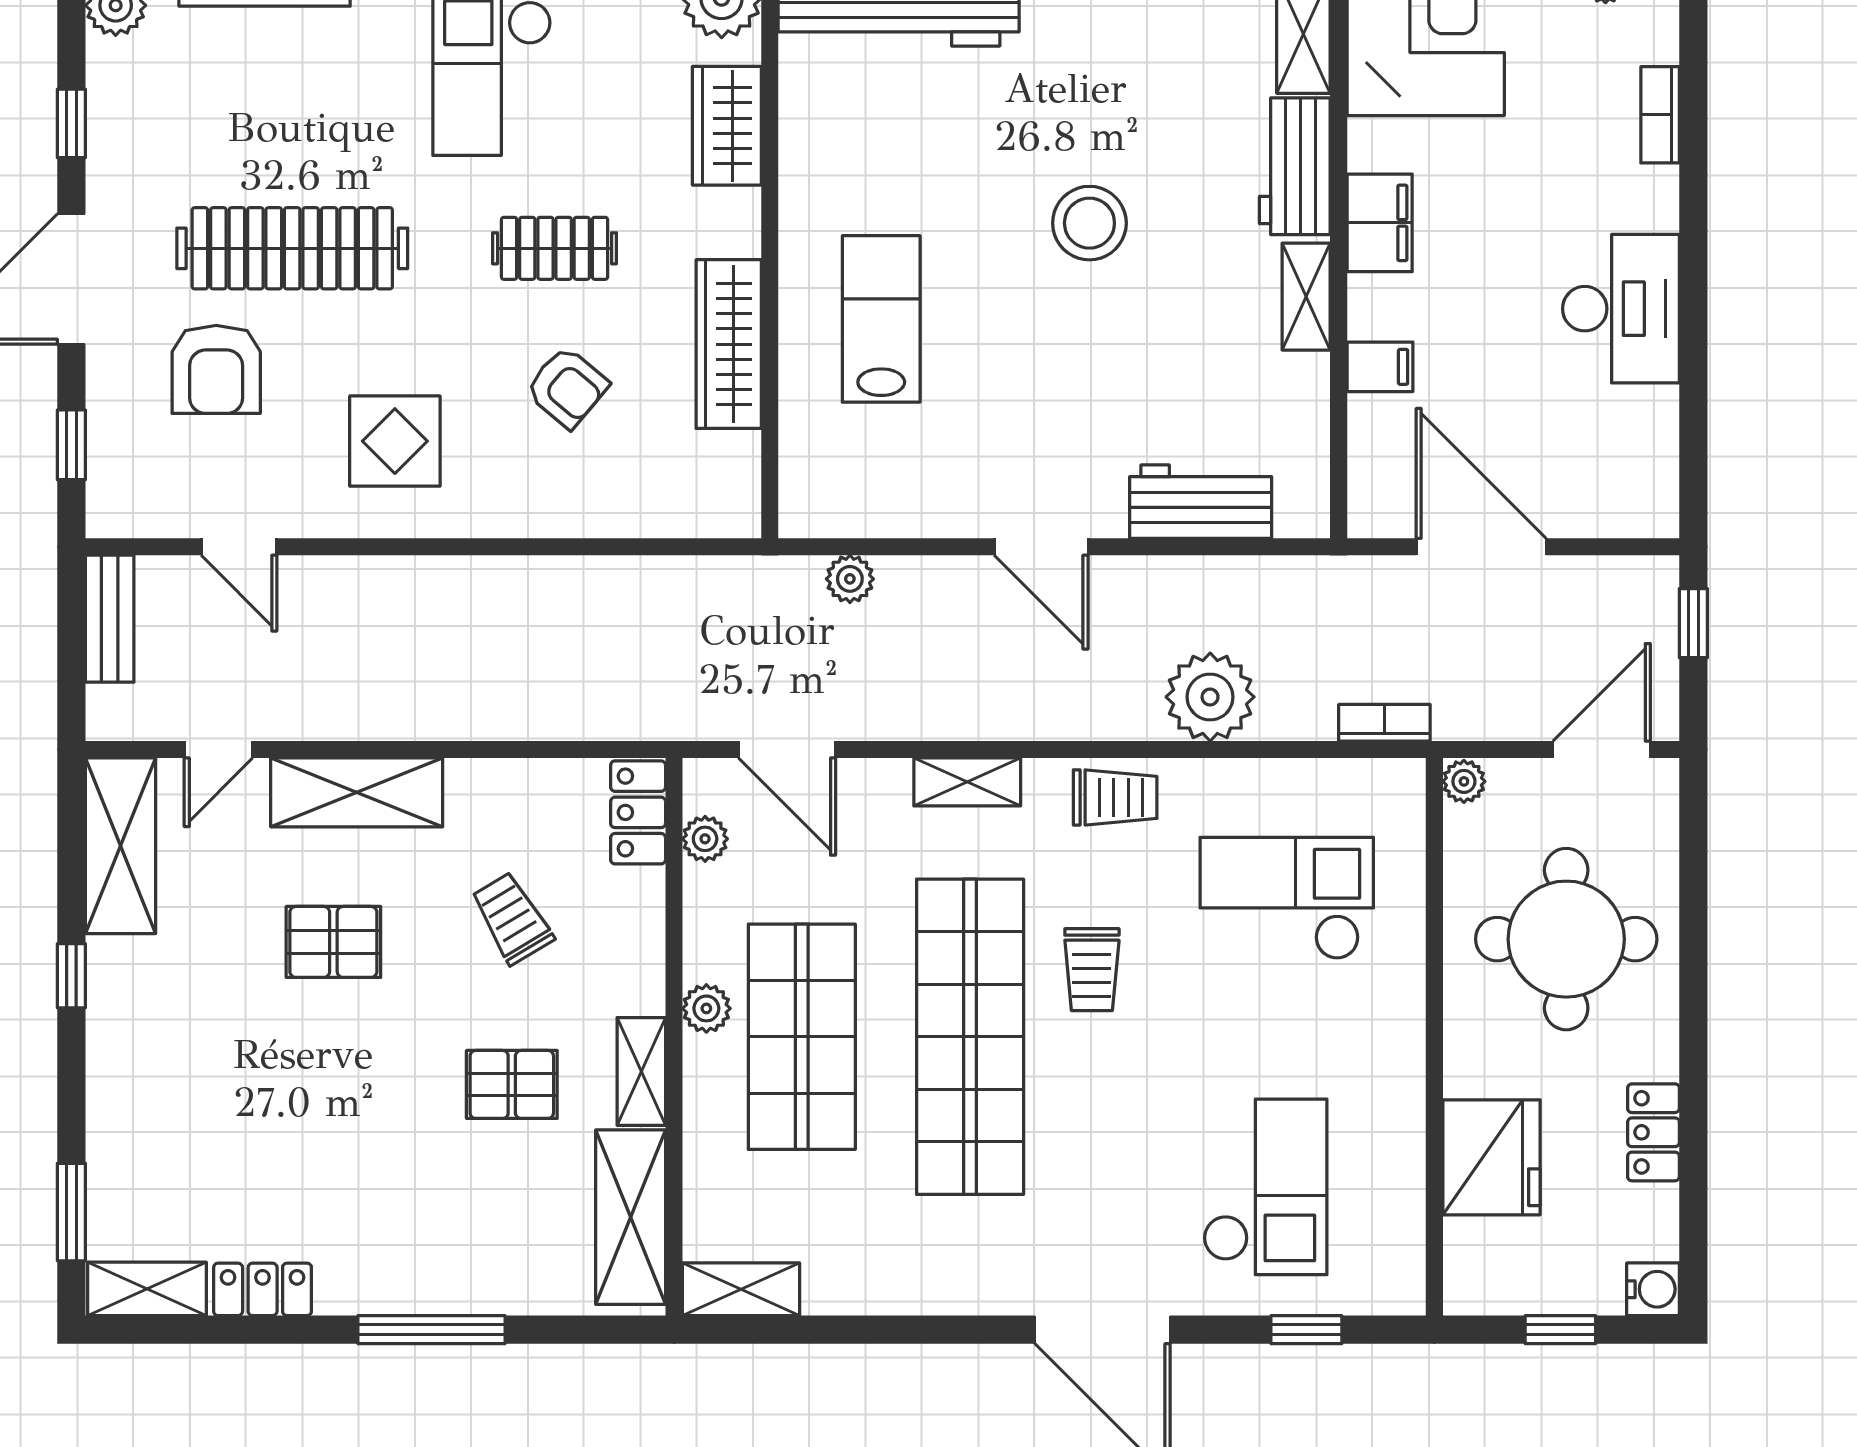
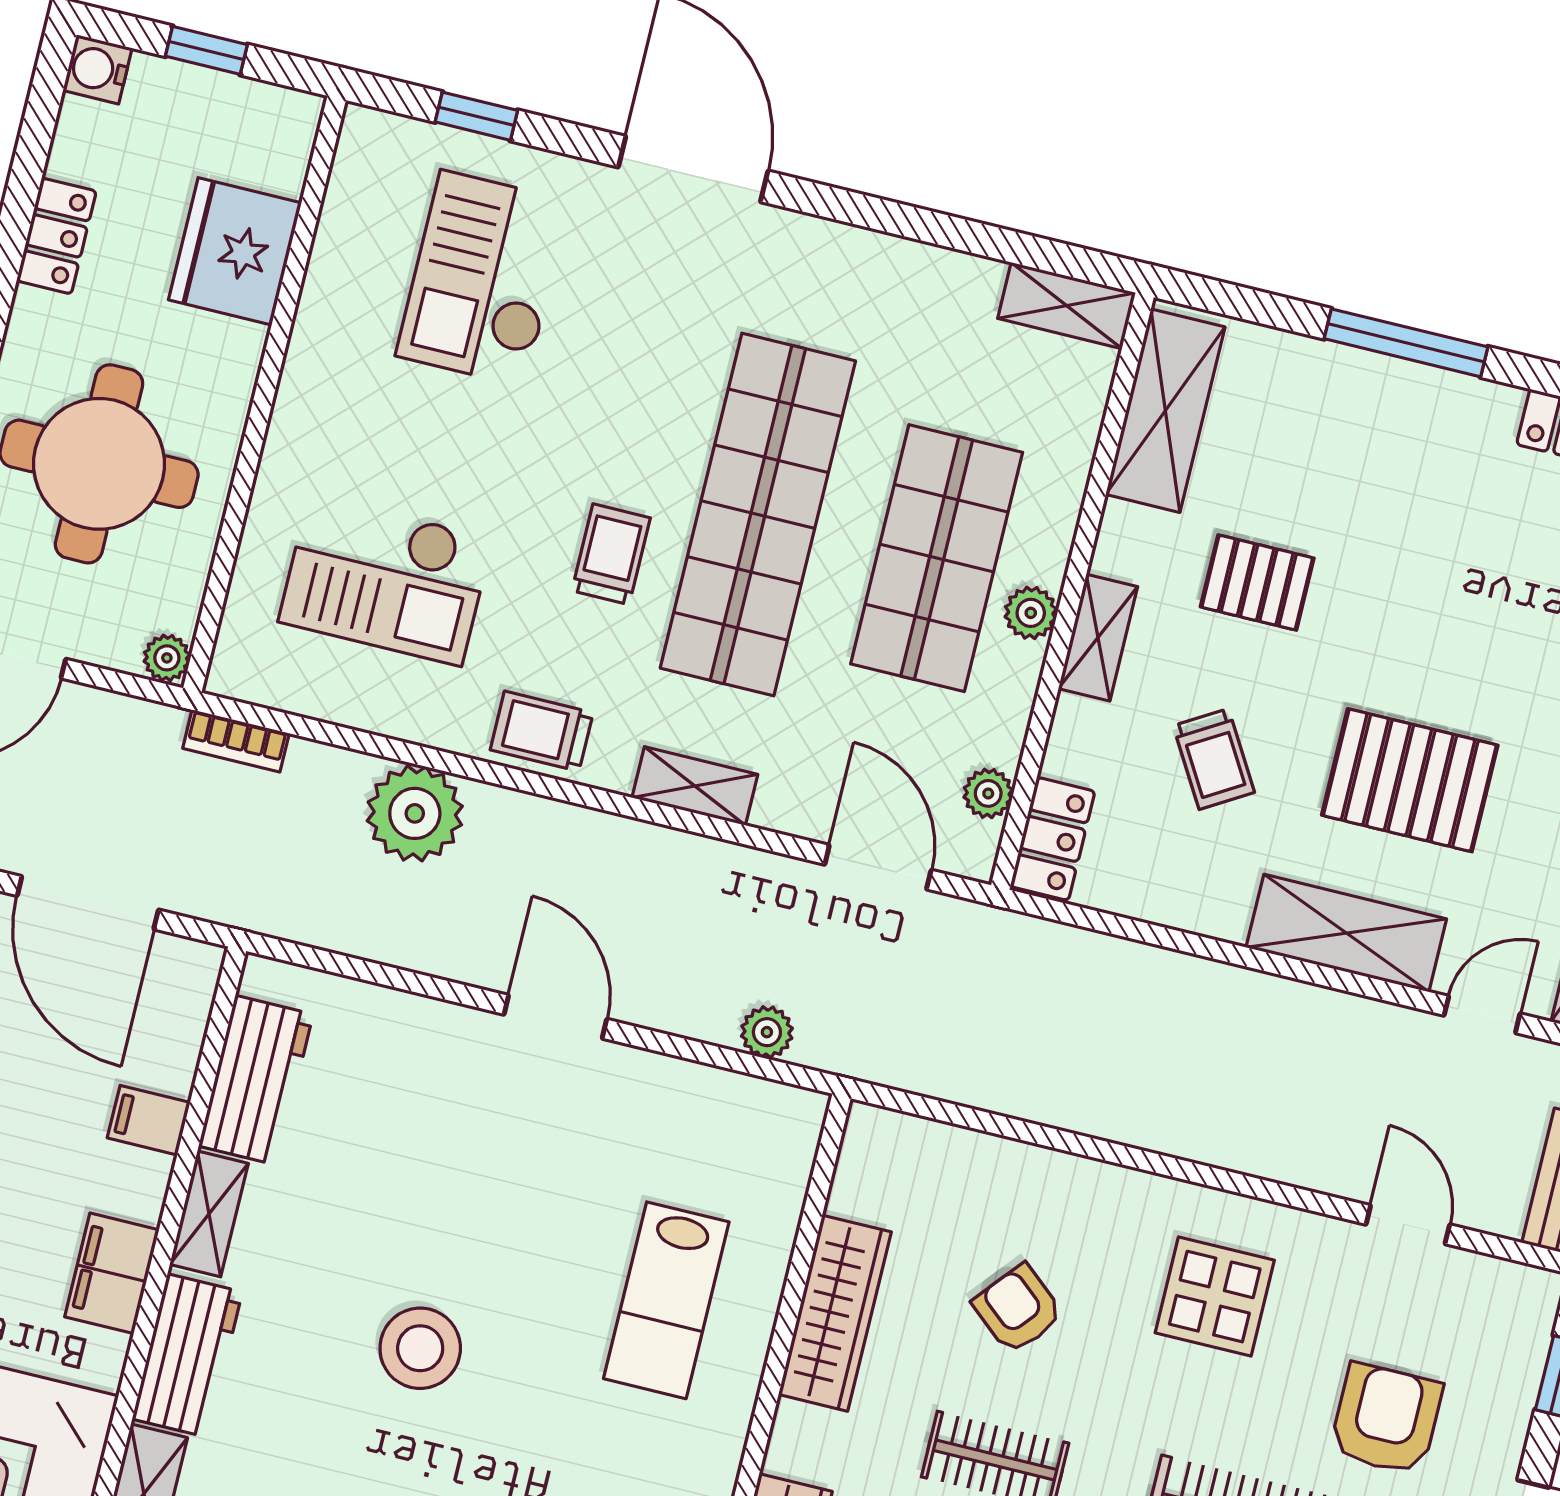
workbench: (1201, 502) -> (256, 1080), moved, turned -90
pallet: (333, 942) -> (1410, 780), width x1.50, depth x1.42
shelving: (641, 1071) -> (1098, 638), moved

